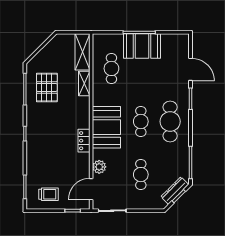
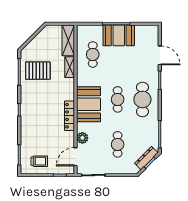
pallet: (47, 87) -> (38, 71), turned 90
locker: (84, 141) -> (69, 116), width x1.53

